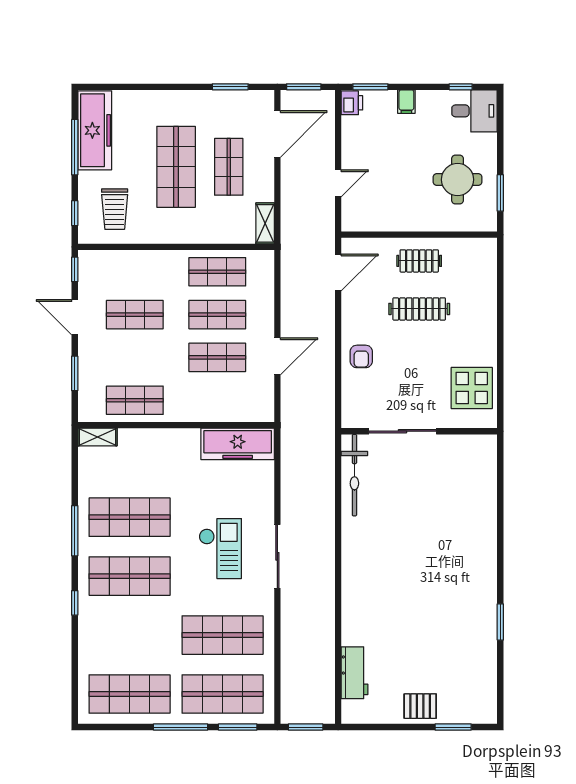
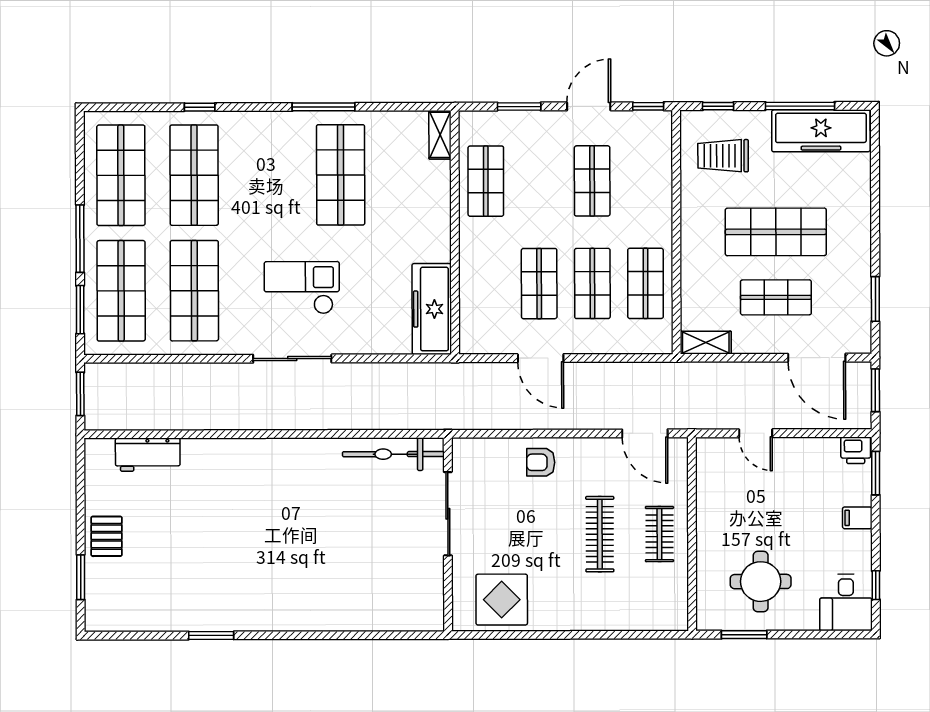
checkout: (220, 549) -> (302, 288), turned 180
shop shelf: (130, 576) -> (194, 175), moved
window: (75, 603) -> (200, 107), moved

